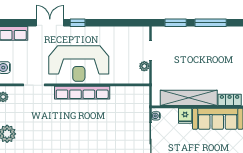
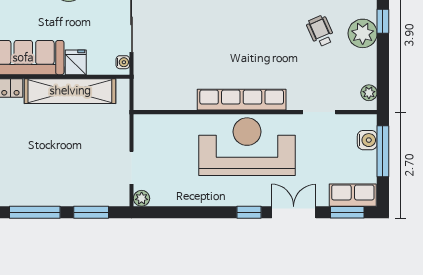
window: (17, 23) -> (347, 212), added
double door: (50, 23) -> (294, 212), swing flipped
plant: (144, 66) -> (142, 198), moved
wheelchair: (33, 135) -> (320, 31), added

